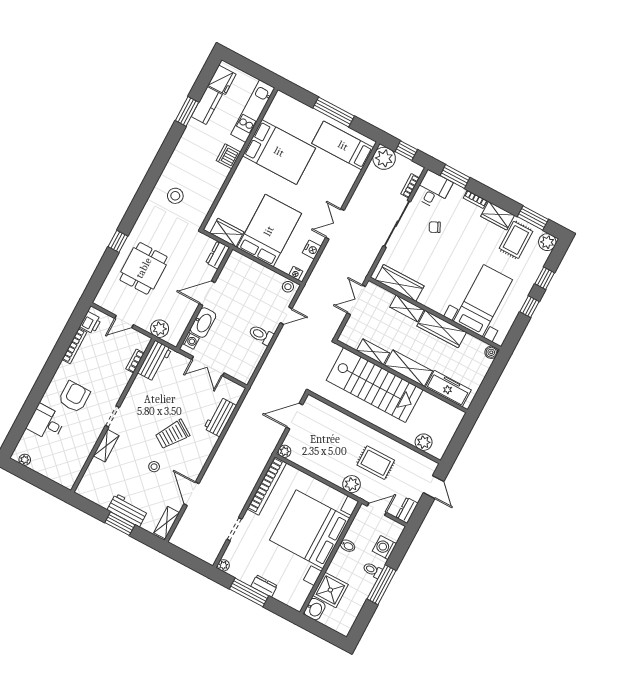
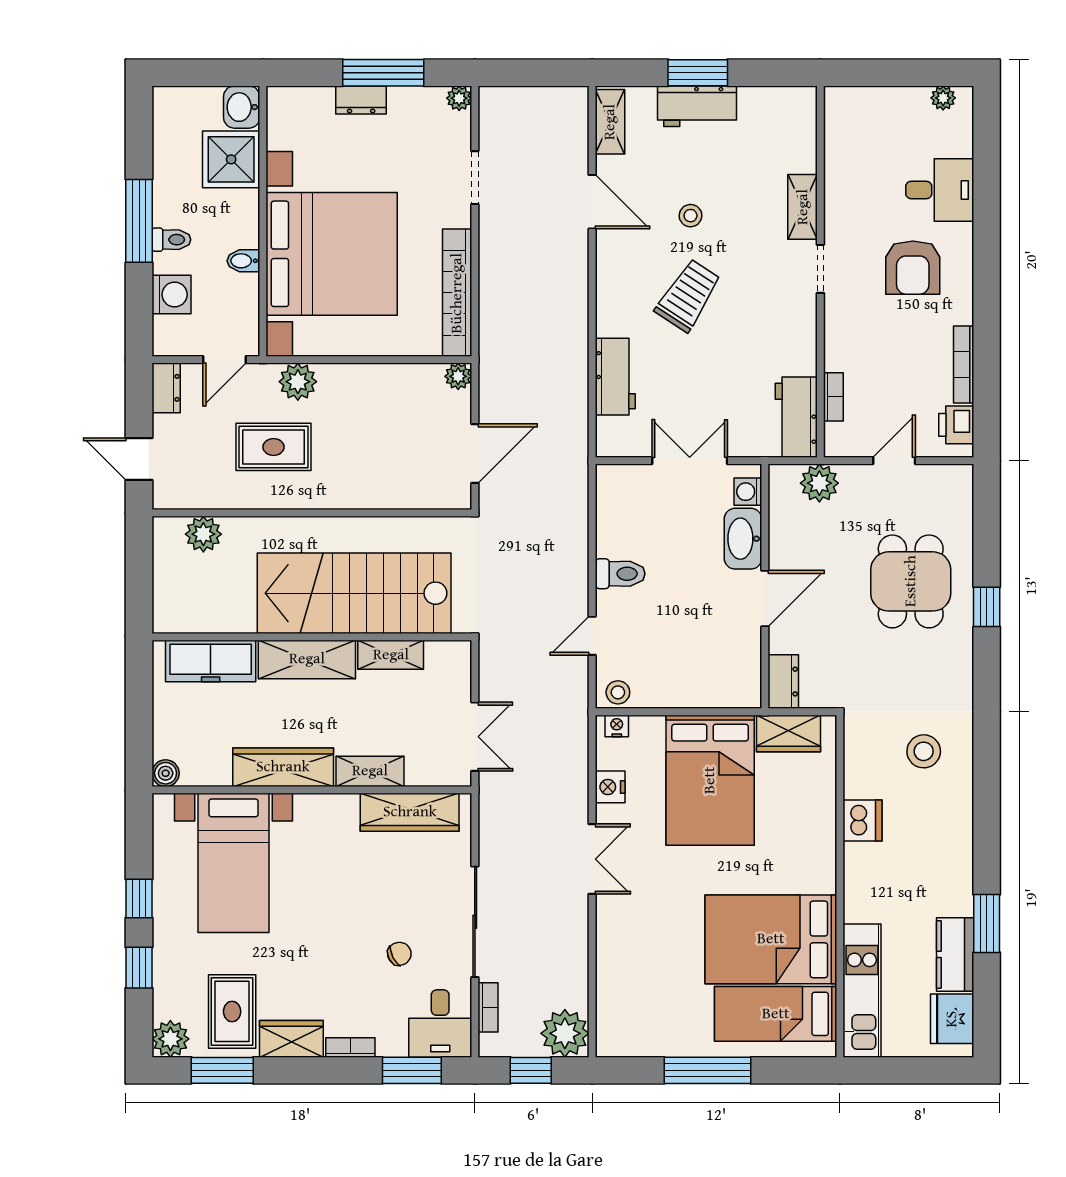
bed: (343, 146) -> (776, 1014), moved, turned 180
dishwasher: (228, 156) -> (863, 821), moved

